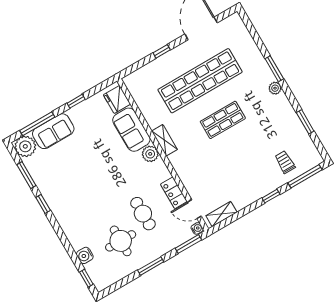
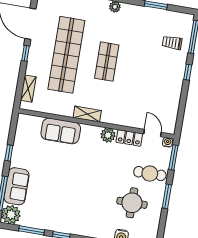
window: (162, 51) -> (25, 53), moved
fridge: (117, 100) -> (31, 124), removed
plant: (150, 154) -> (108, 135), moved
door: (194, 209) -> (153, 133), swing flipped
cafe table: (143, 214) -> (150, 174), moved
shelving: (221, 214) -> (28, 89), moved

